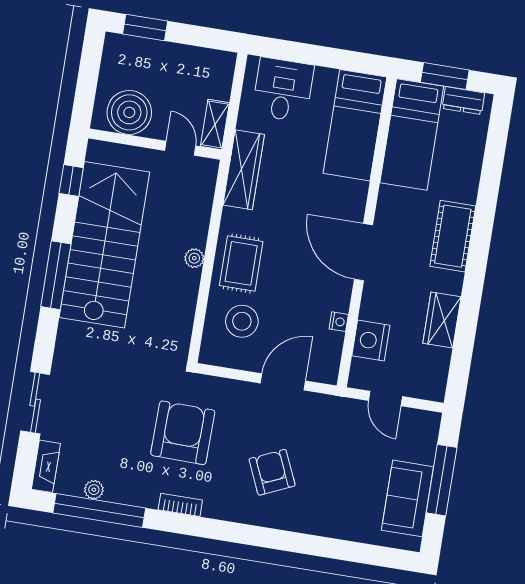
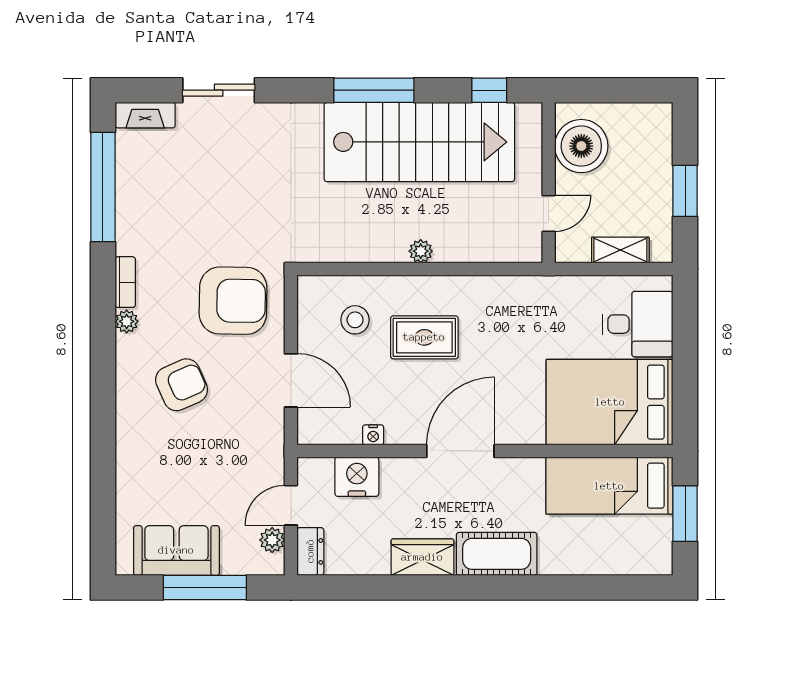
window: (145, 28) -> (685, 191), moved
dresser: (463, 101) -> (310, 551), moved, turned 180
shelving: (215, 124) -> (620, 250), moved
bed: (355, 125) -> (610, 402), width x1.50
wardrobe: (244, 170) -> (535, 293), removed
rug: (241, 263) -> (424, 337), moved
wardrobe: (442, 320) -> (422, 557), moved
stool: (242, 321) -> (355, 320), width x0.73, depth x0.73
plant: (412, 419) -> (272, 540), added
armchair: (183, 433) -> (233, 301), moved
plant: (94, 490) -> (127, 321), moved

